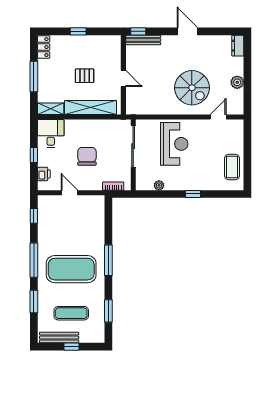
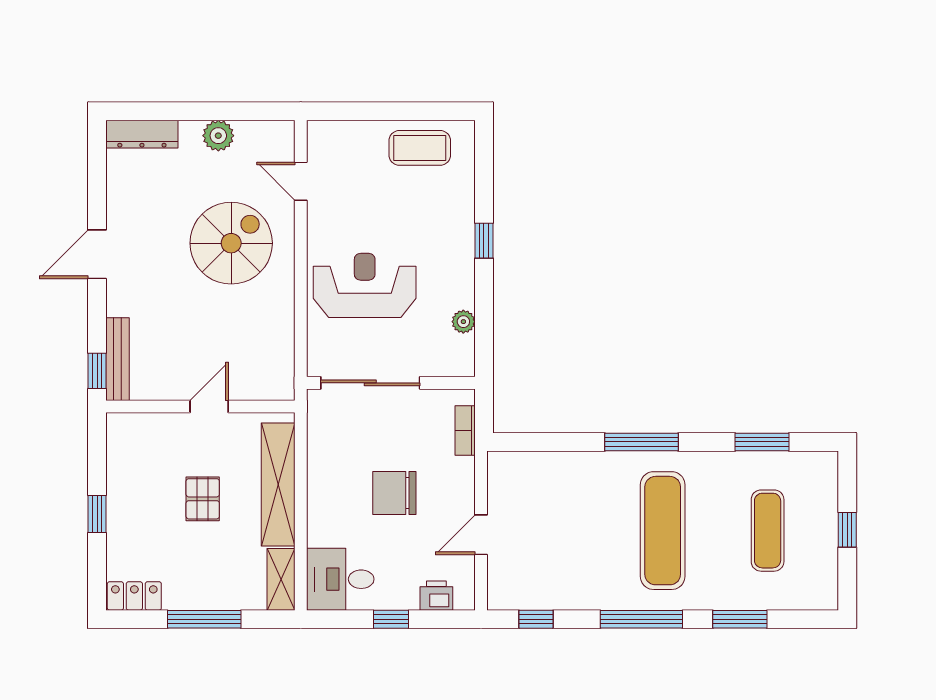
dresser: (238, 46) -> (142, 134), width x1.44
exercise mat: (71, 269) -> (663, 531), width x0.68
bench: (59, 337) -> (825, 559), removed

